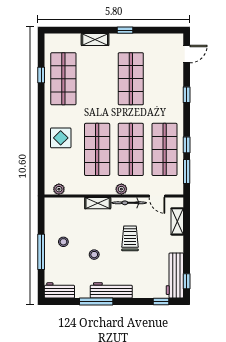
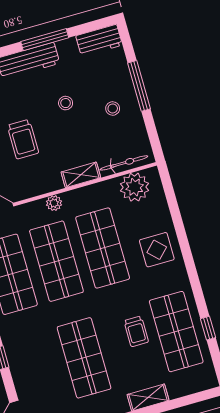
trolley: (90, 87) -> (136, 331), added
plant: (59, 189) -> (135, 187), width x1.87, depth x1.87
bicycle: (129, 203) -> (124, 163), moved

